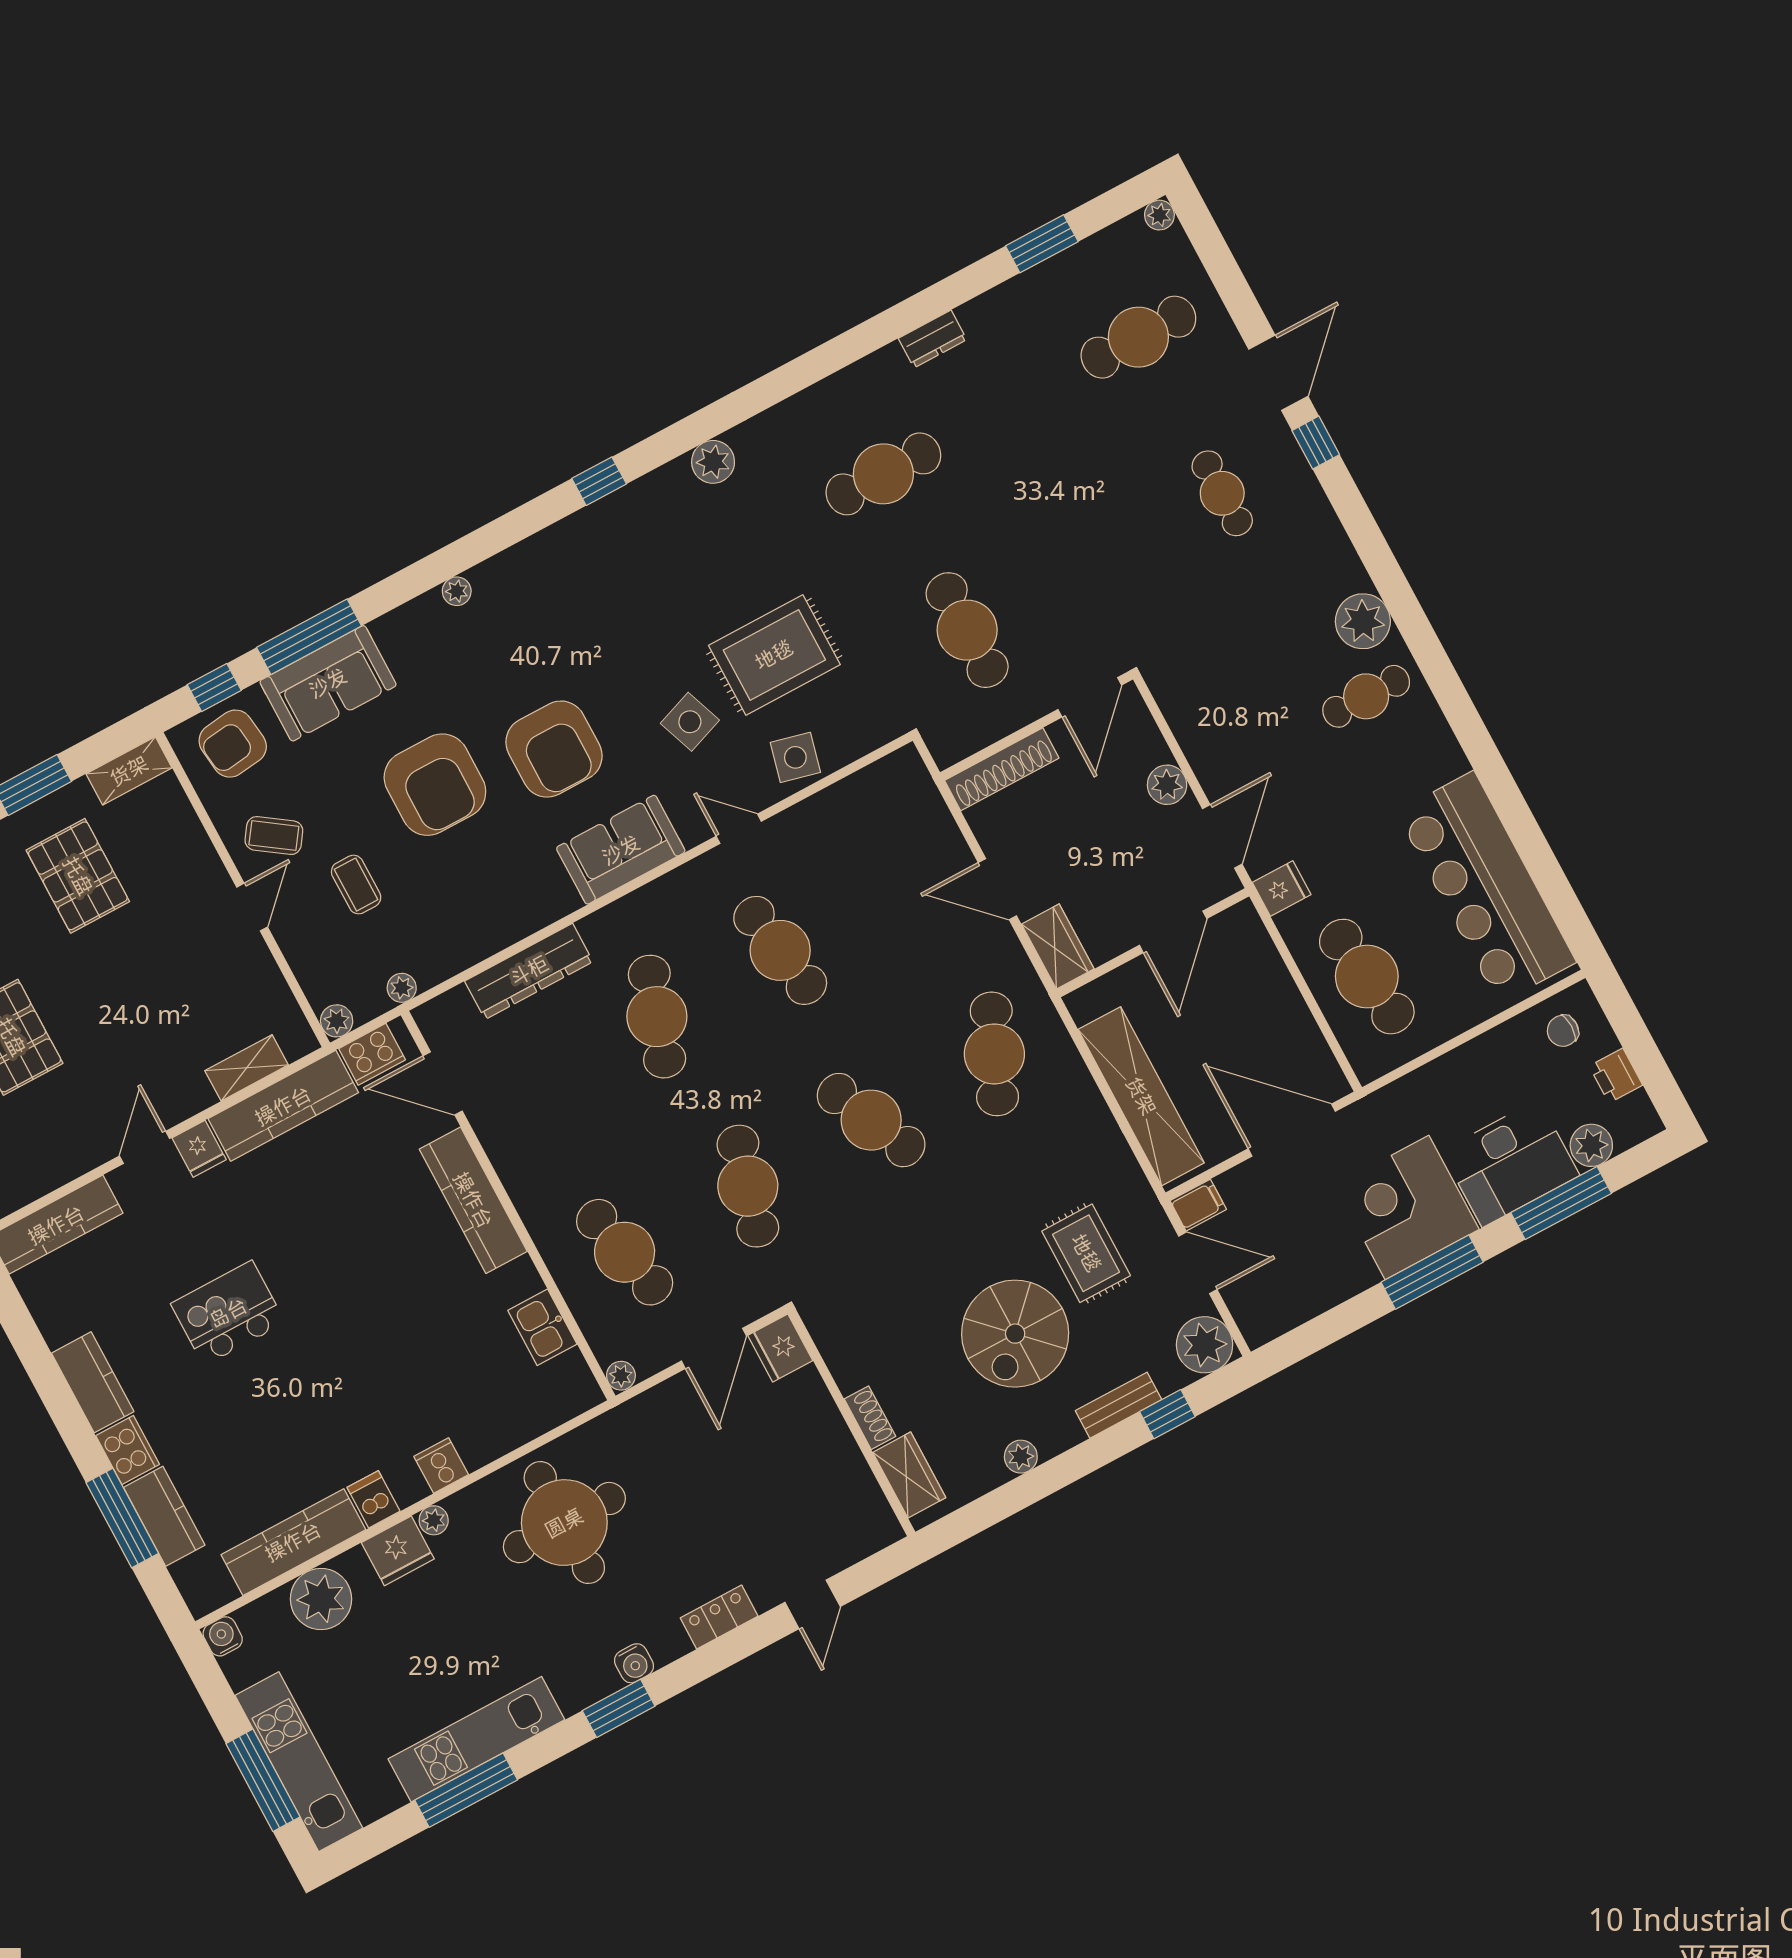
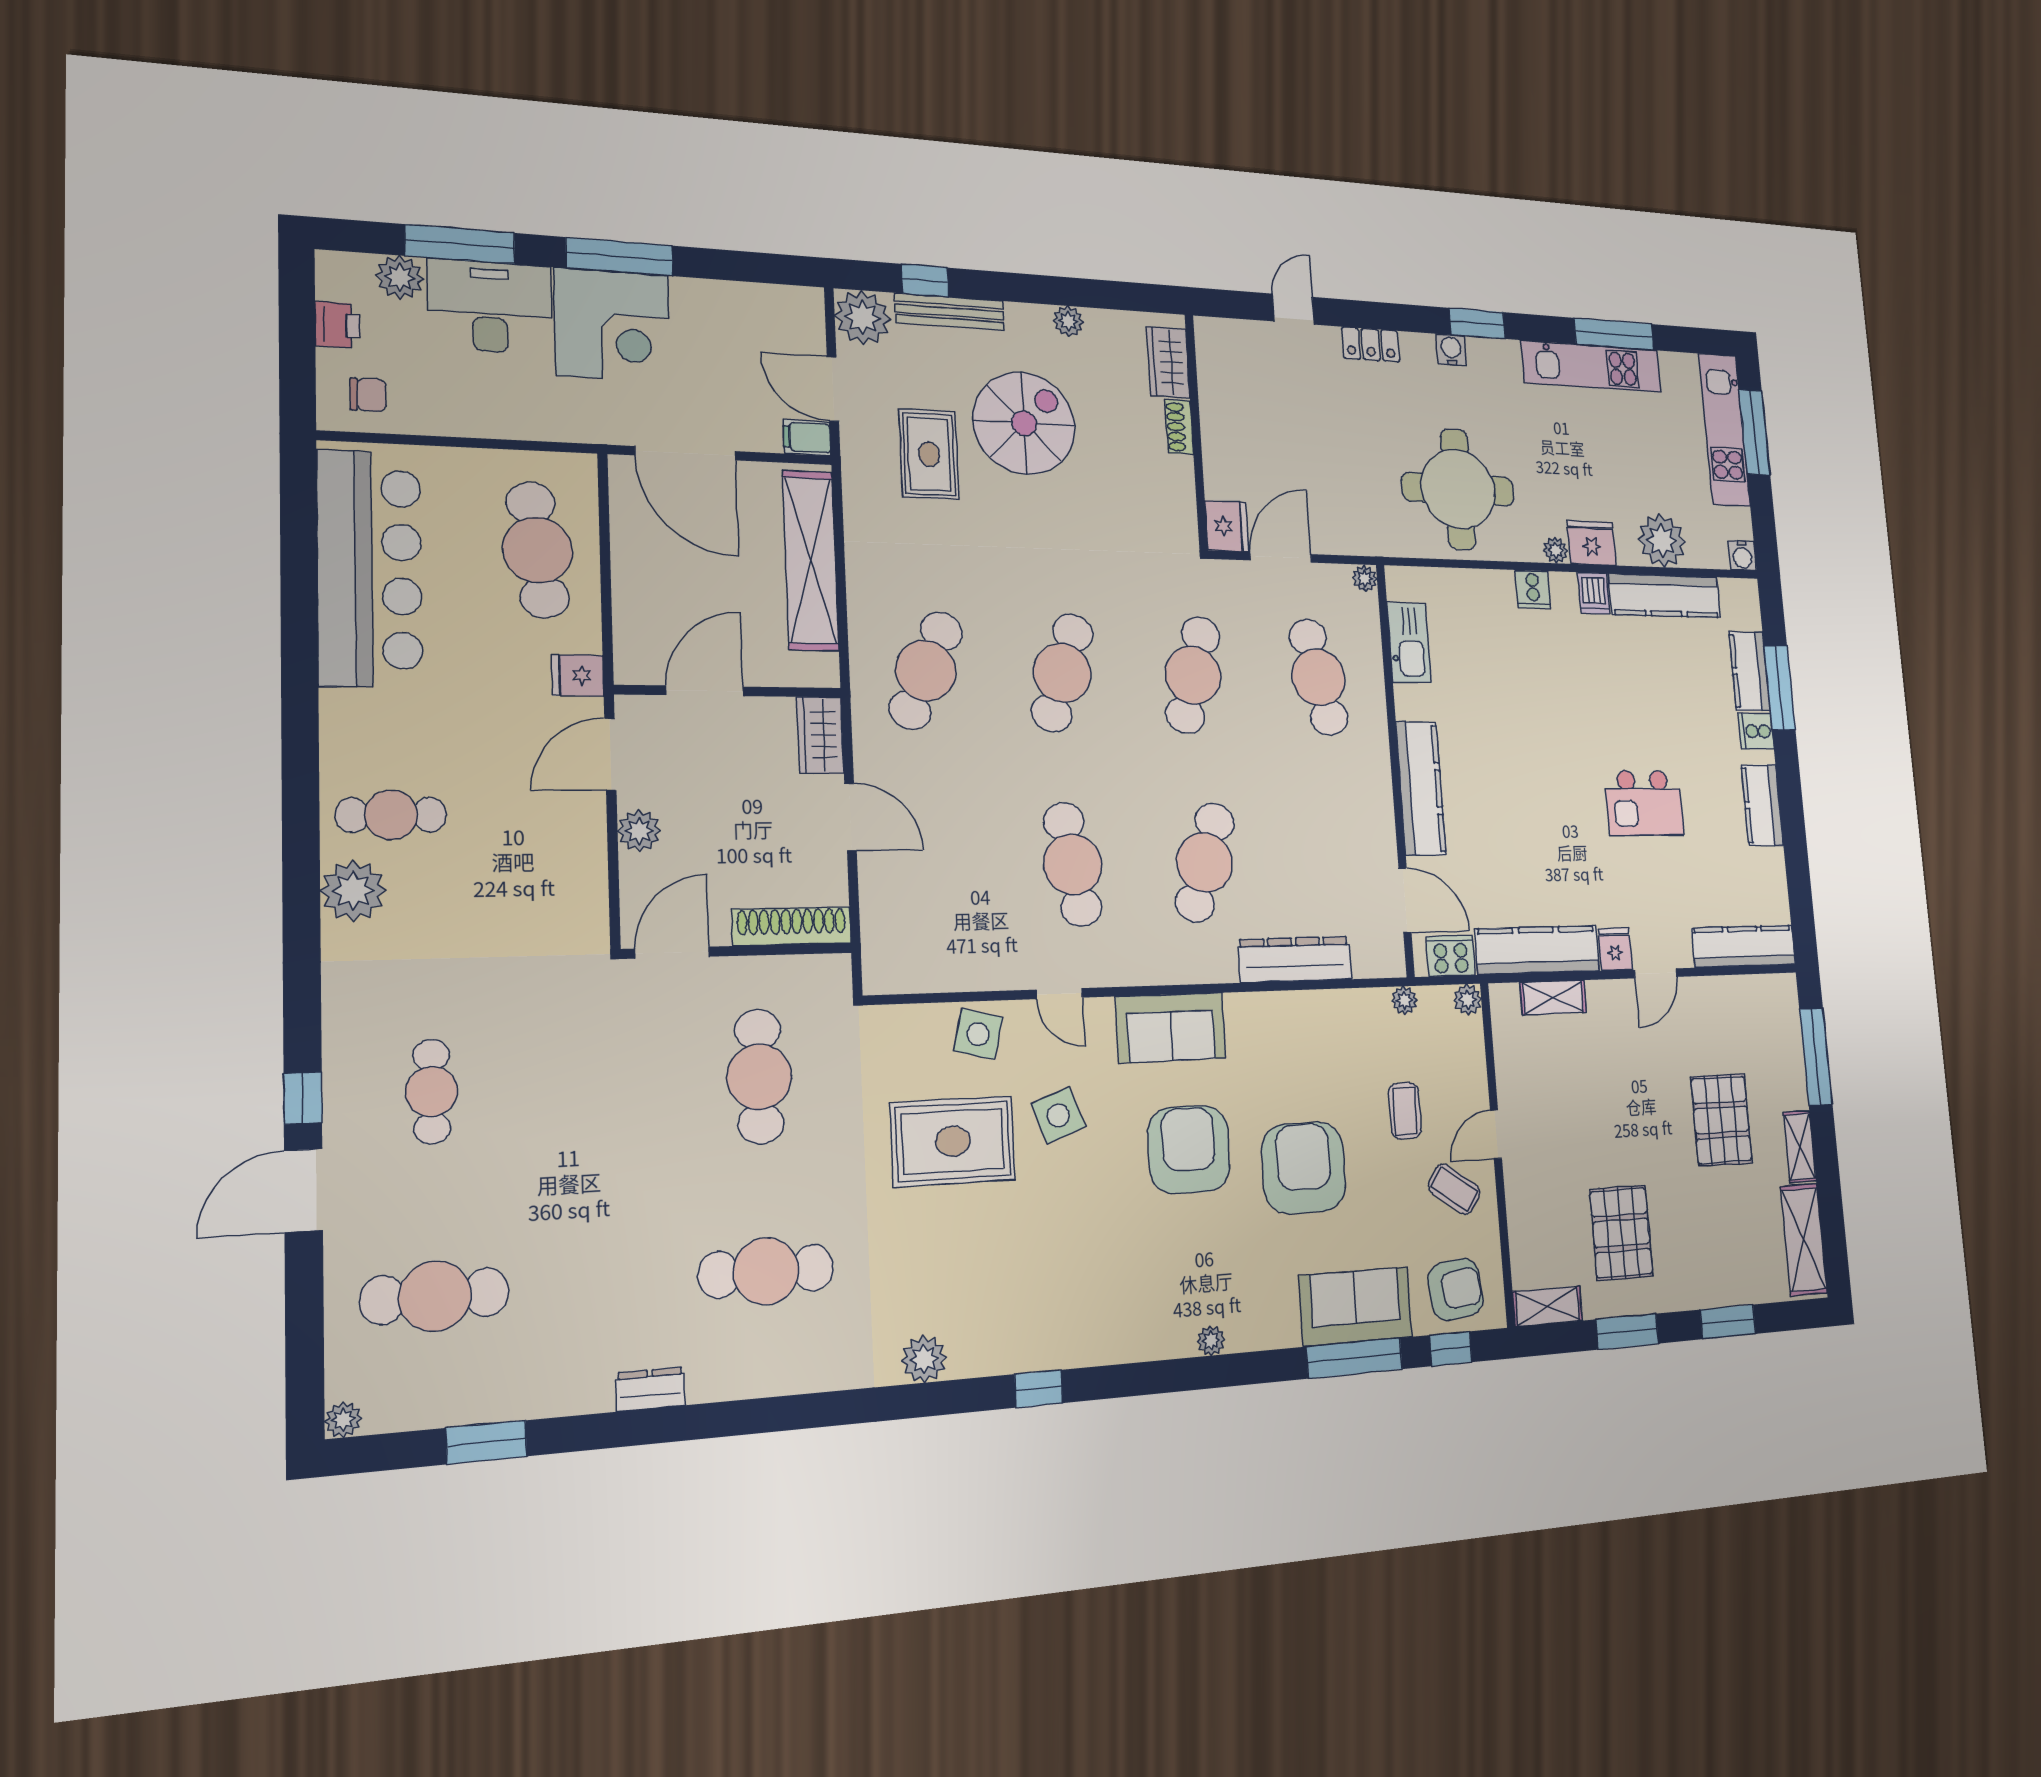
cafe table: (871, 1120) -> (1062, 673), turned 42
kitchen sink: (542, 1327) -> (1409, 642), width x1.38
bench: (1118, 1405) -> (950, 312), width x1.36
cooker: (128, 1450) -> (1756, 731), width x0.73

